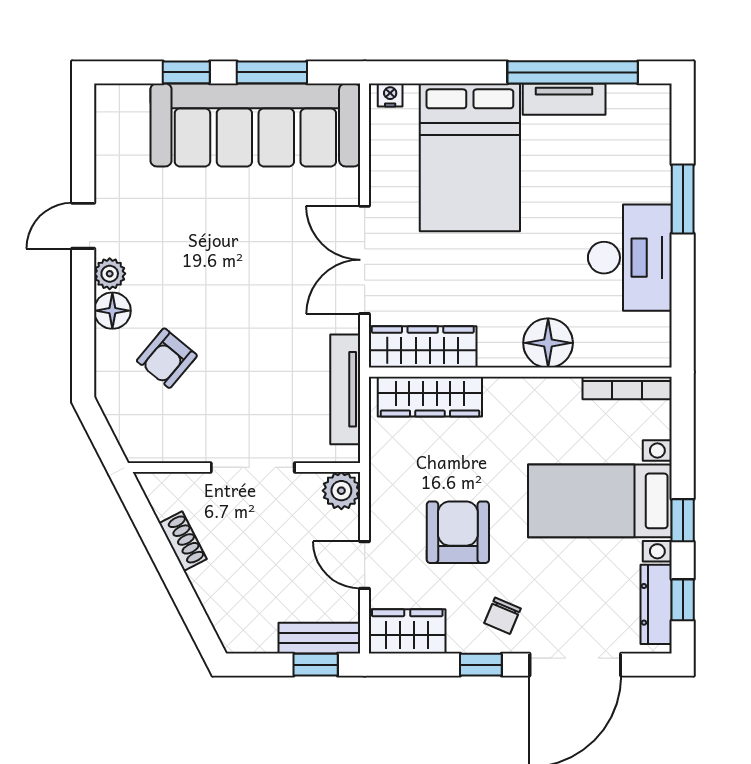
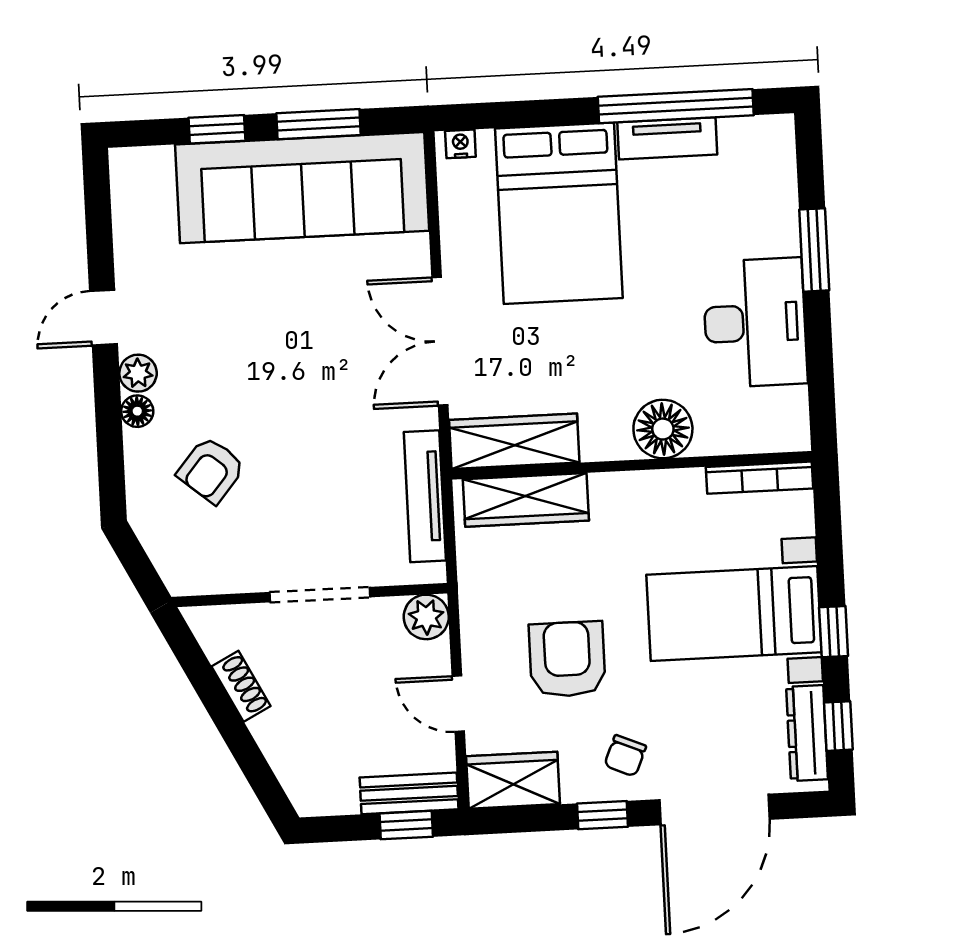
floor lamp: (112, 311) -> (137, 411), width x0.73, depth x0.73

